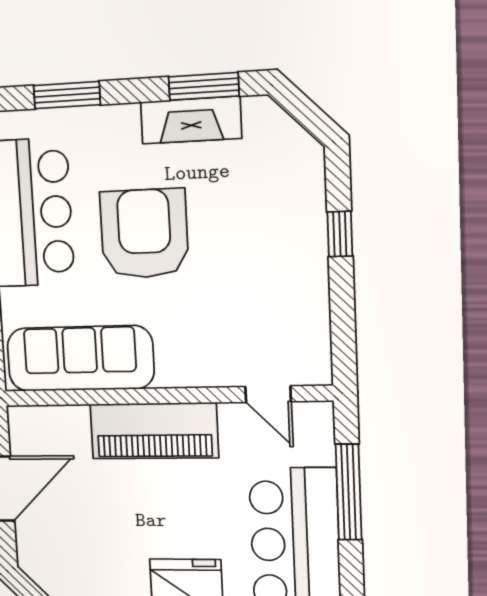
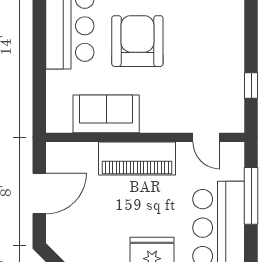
window: (340, 234) -> (251, 85), moved
sofa: (80, 358) -> (106, 114), width x0.73

